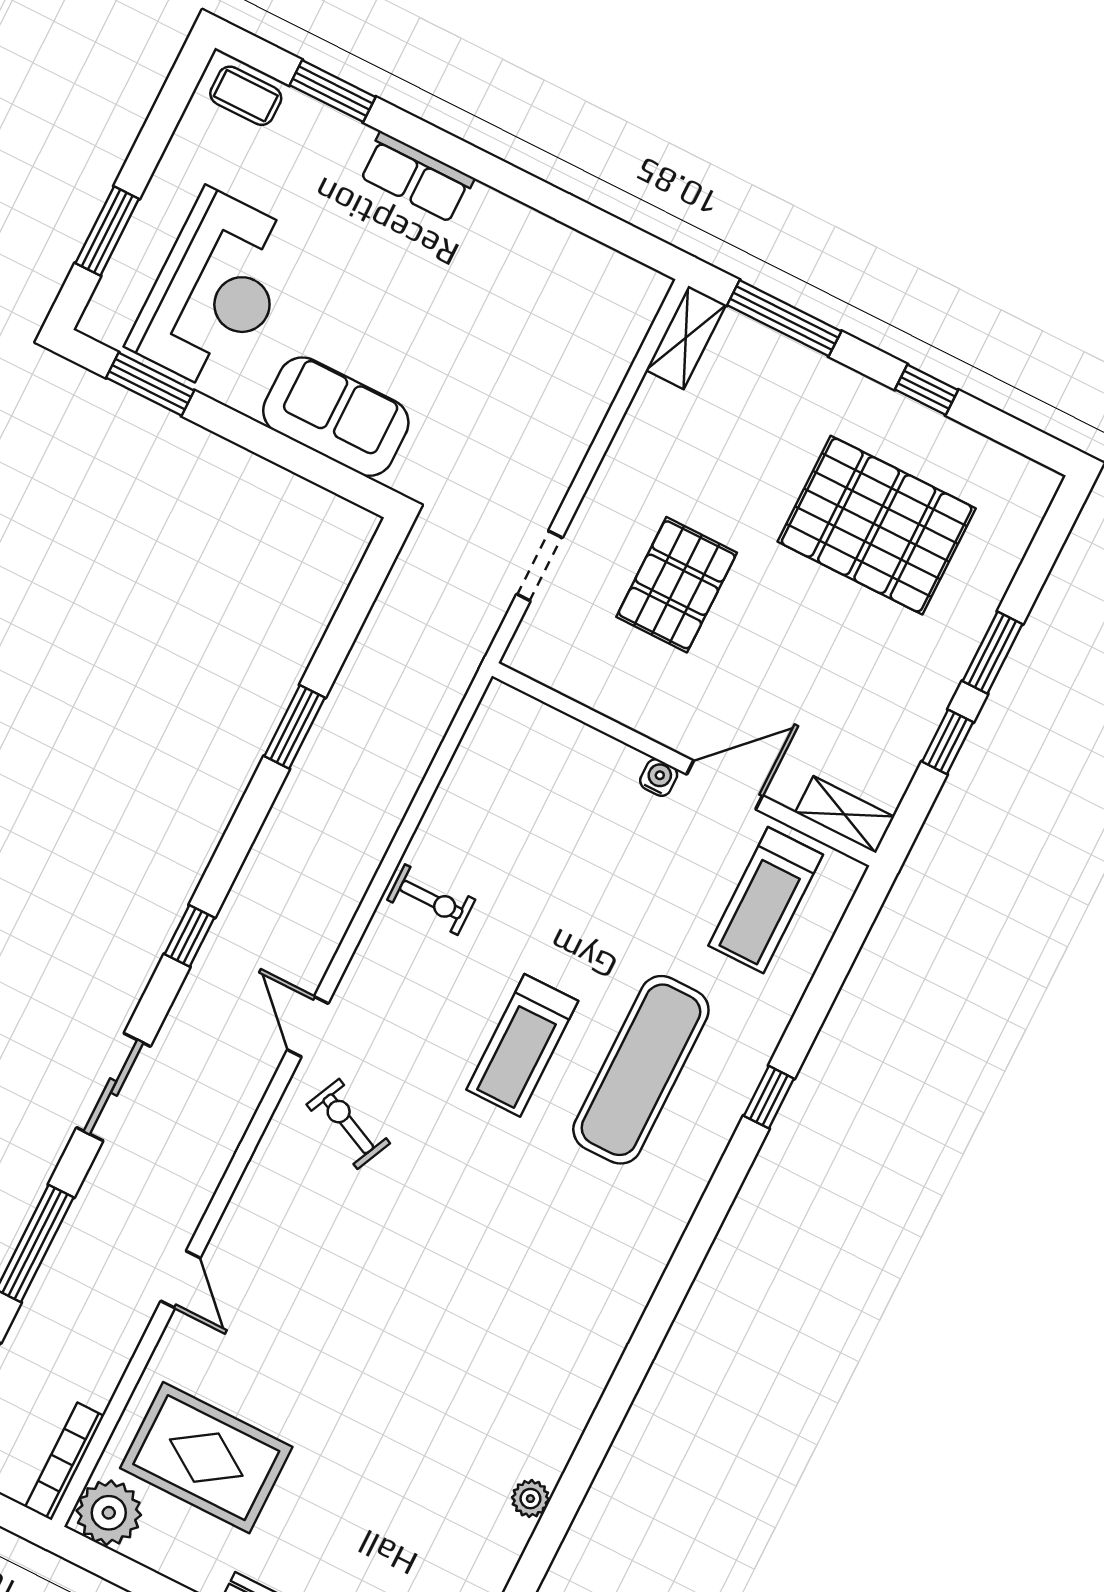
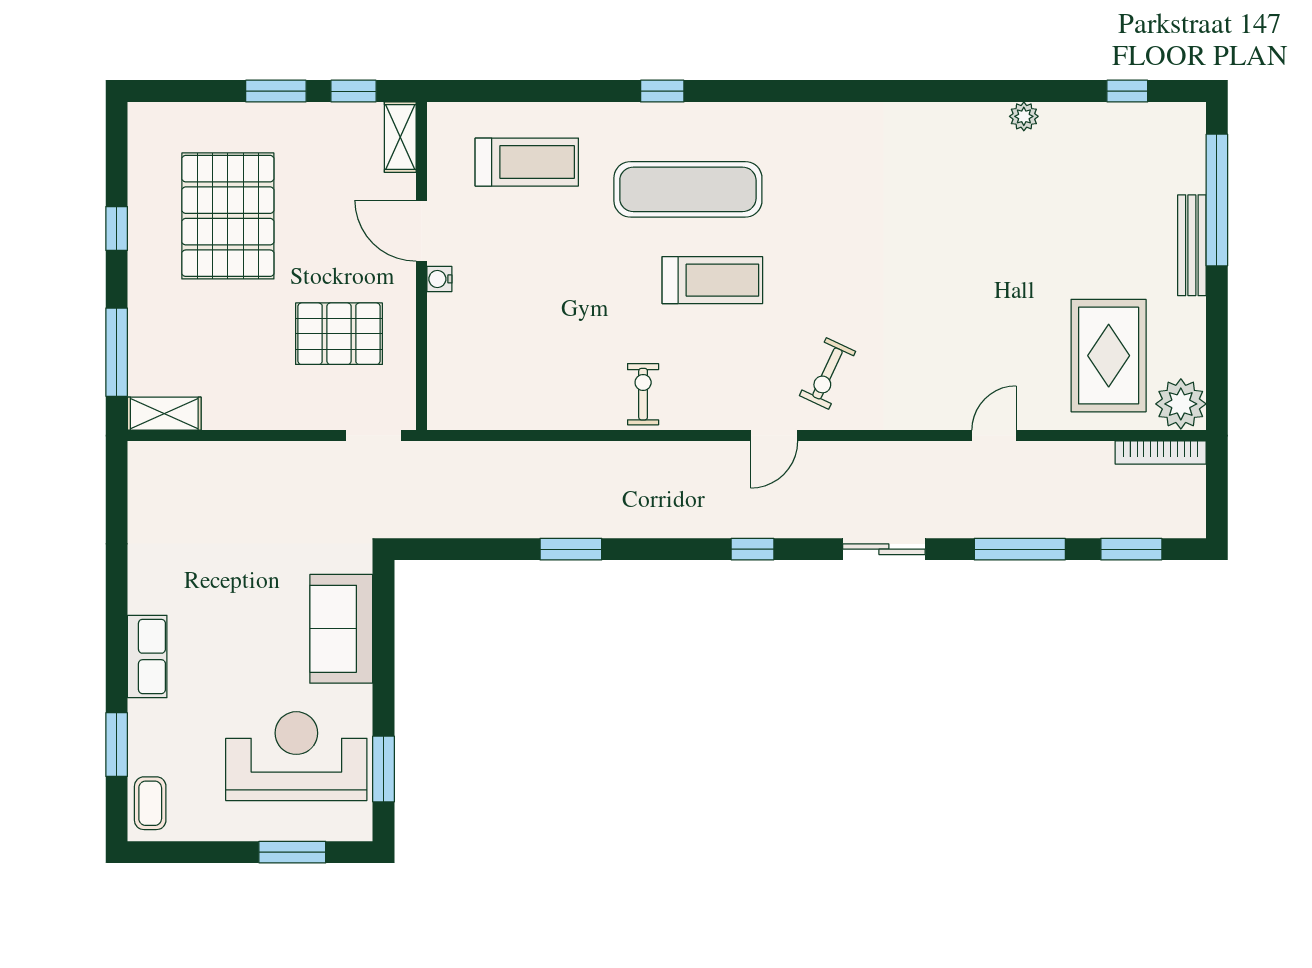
wall: (684, 764) -> (421, 266), moved
water cooler: (659, 778) -> (439, 279), moved
door: (725, 785) -> (421, 231), moved
shelving: (845, 815) -> (400, 137), moved

